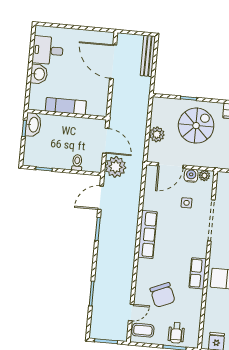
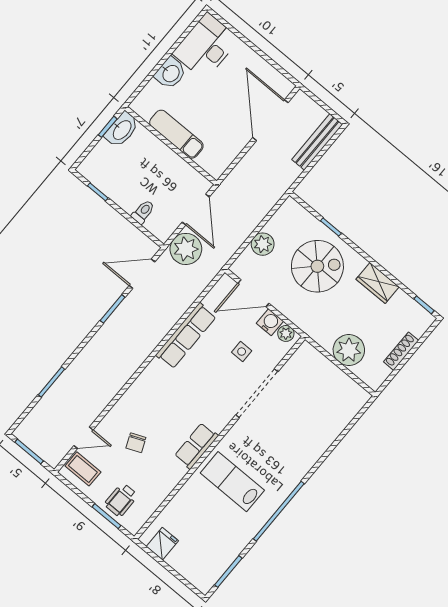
desk: (48, 50) -> (206, 46), width x1.37
row of seats: (147, 234) -> (186, 336), moved
chair: (163, 295) -> (136, 443), width x0.54, depth x0.54

